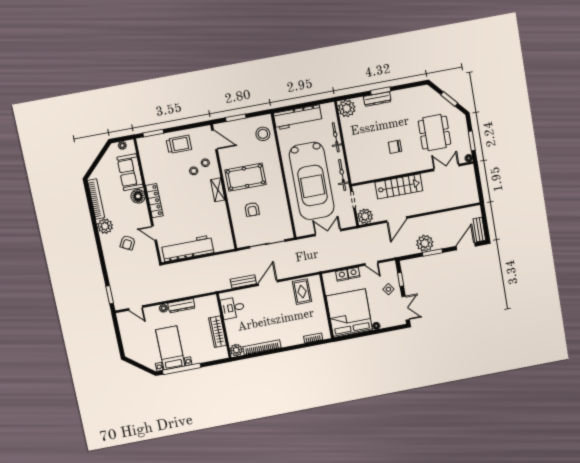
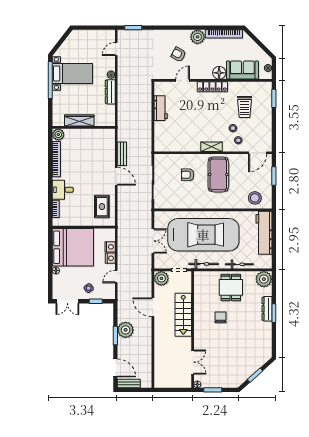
dining table: (434, 133) -> (231, 287), moved, width x0.73
trolley: (179, 144) -> (245, 107), moved
car: (312, 181) -> (203, 235), turned 180
workbench: (188, 248) -> (161, 108), width x0.53, depth x0.76
rug: (302, 292) -> (102, 207), turned 90
desk: (233, 308) -> (63, 190), moved, turned -90

